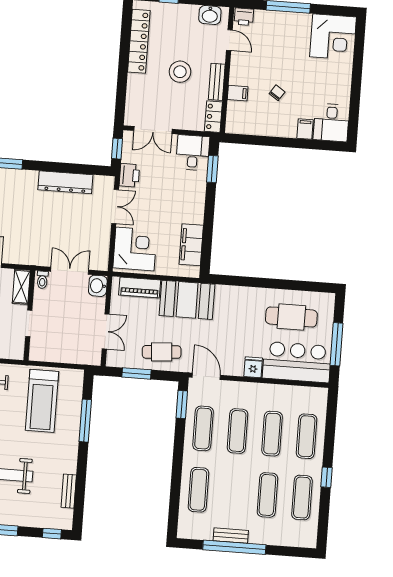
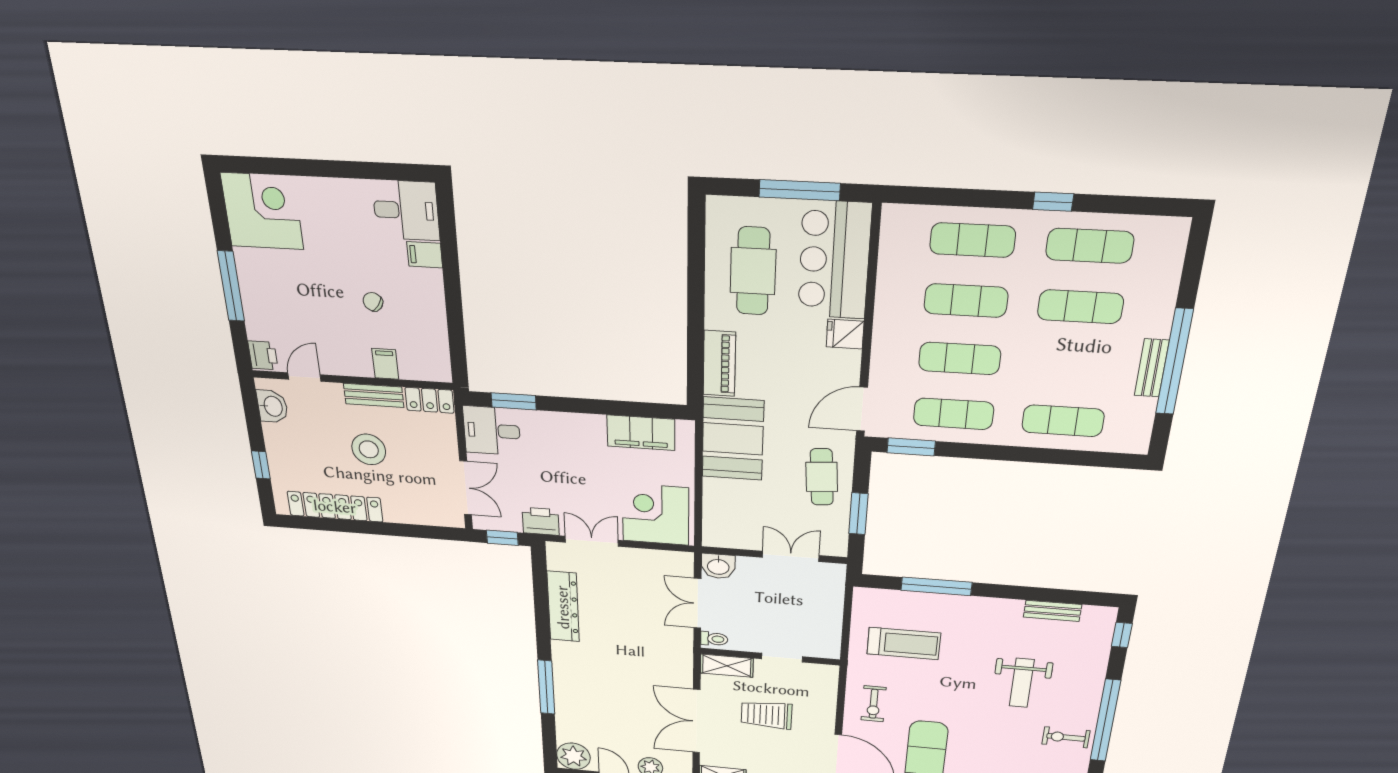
piano: (140, 288) -> (719, 364), moved
treadmill: (42, 401) -> (904, 643), width x0.73, depth x0.73

